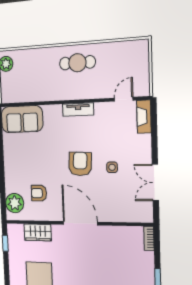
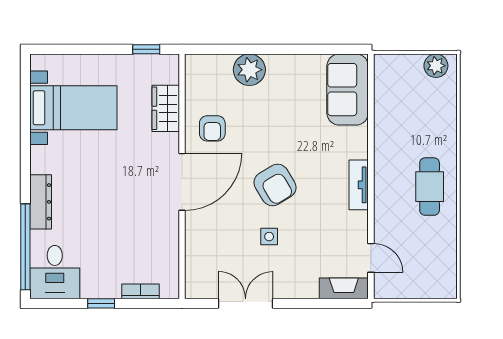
armchair: (80, 164) -> (275, 185), turned 56
armchair: (39, 193) -> (212, 128), moved, turned 180
plant: (15, 203) -> (249, 70), moved
bookcase: (149, 238) -> (140, 291), moved

